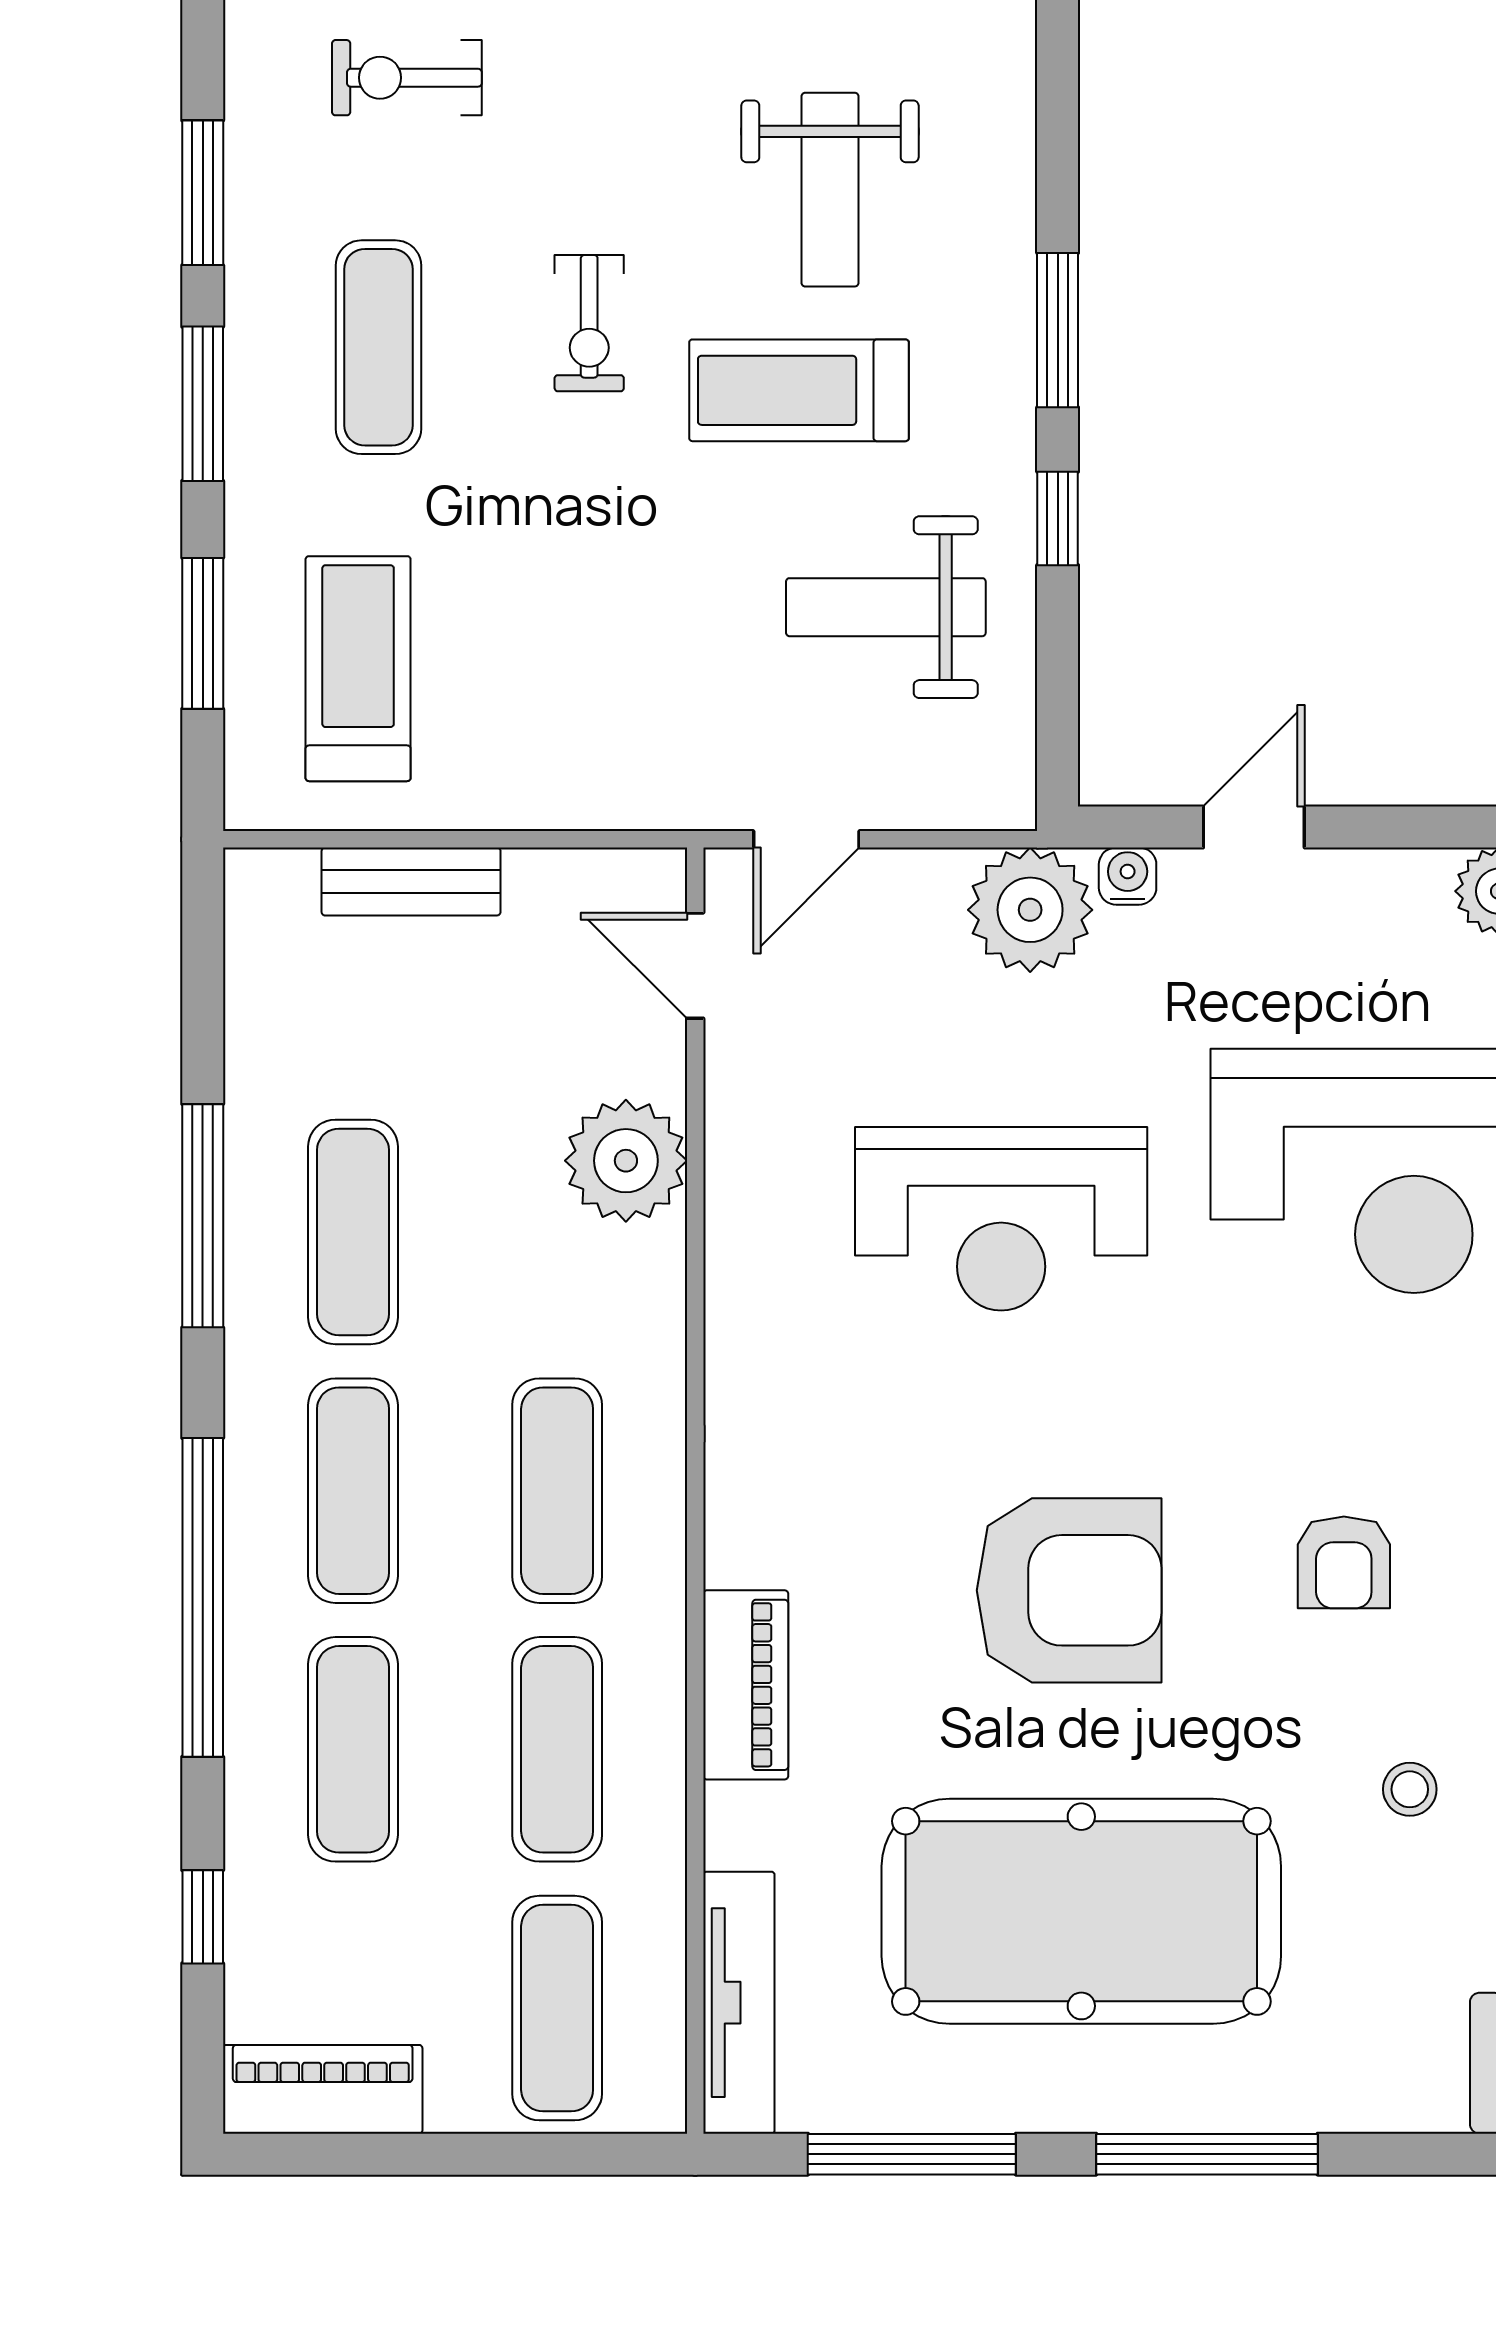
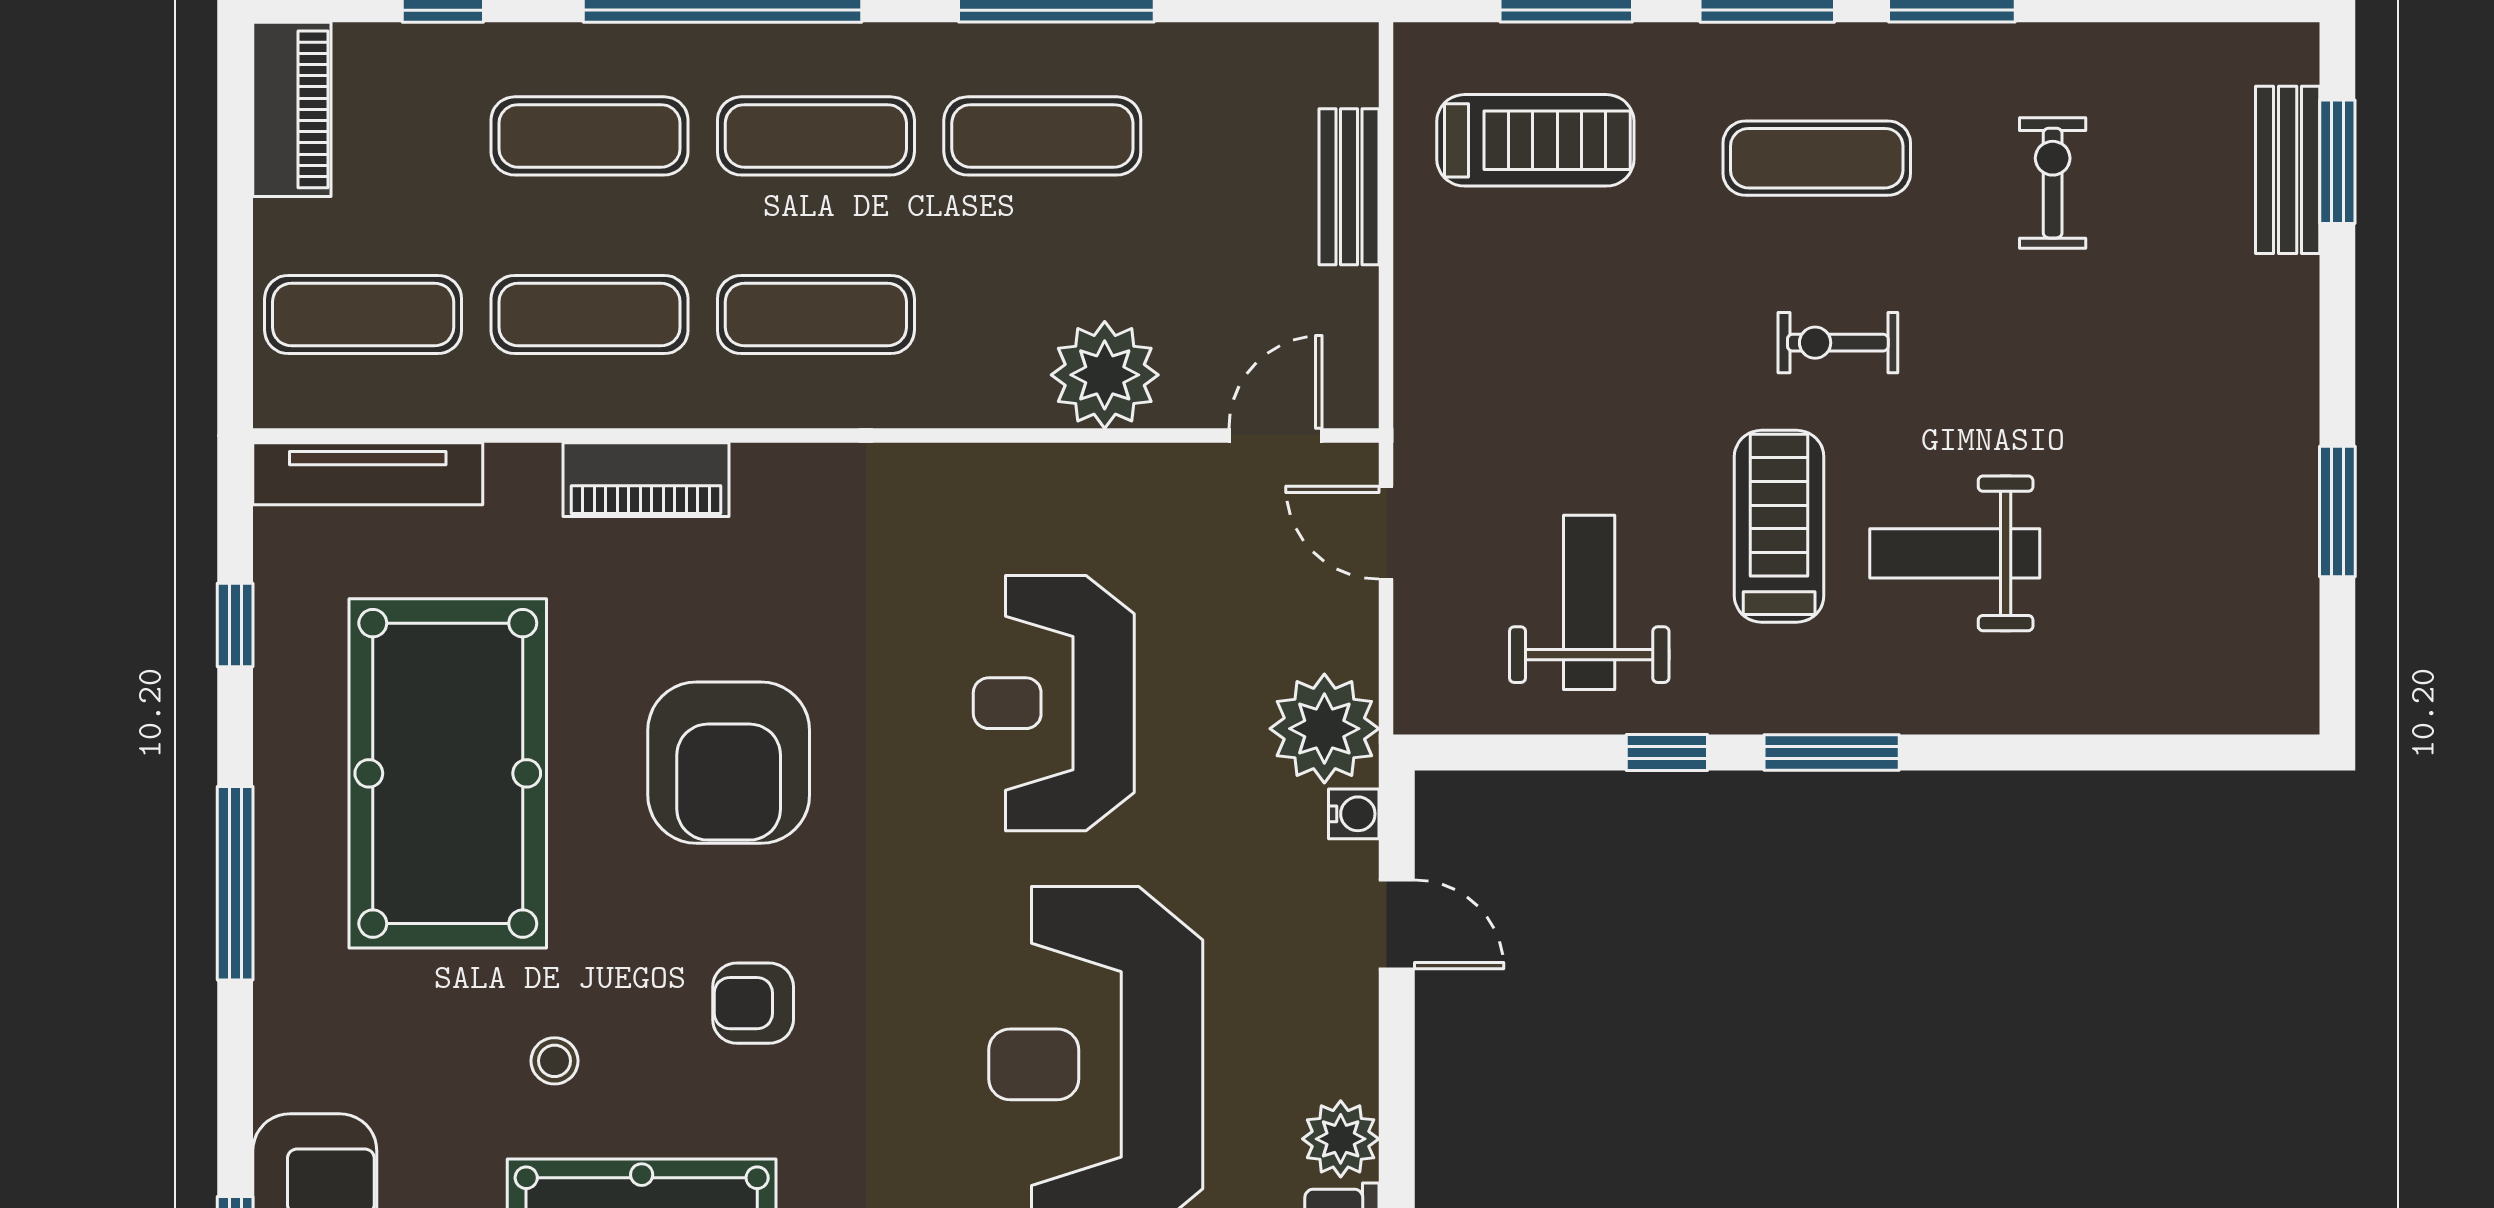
window: (912, 2154) -> (235, 625), width x0.46

